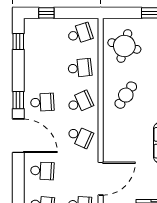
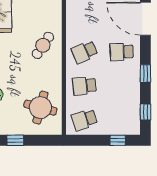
cafe table: (126, 95) -> (43, 45), moved
window: (18, 100) -> (145, 73), moved
school desk: (80, 137) -> (84, 18), removed

